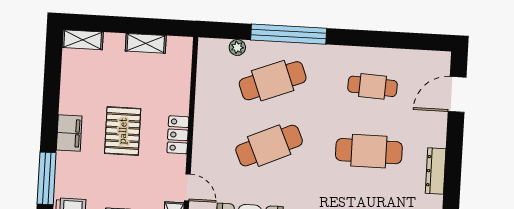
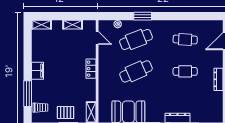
window: (289, 34) -> (143, 16), width x0.47
pallet: (123, 131) -> (64, 68), removed
cafe table: (369, 151) -> (185, 71), width x0.73, depth x0.74
door: (187, 187) -> (97, 38), moved

